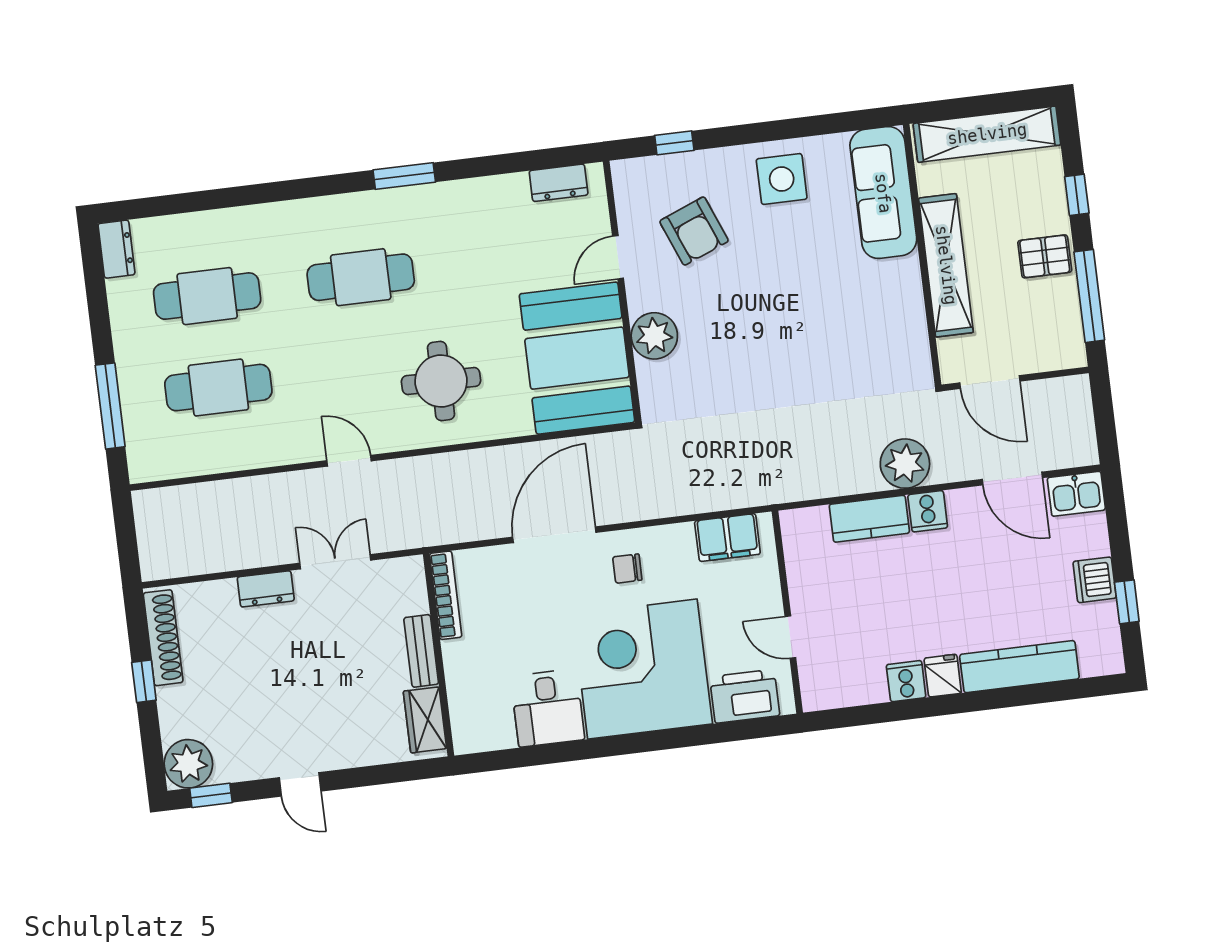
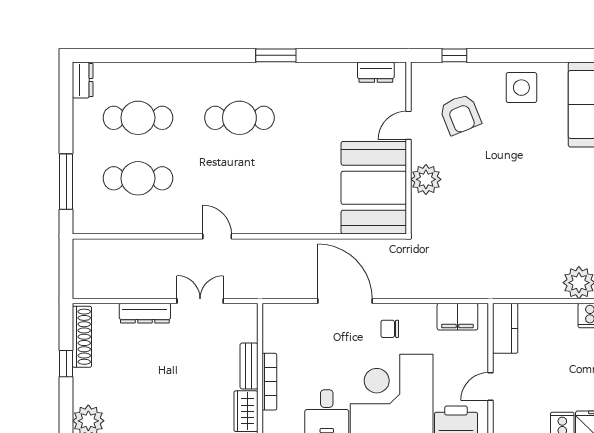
round table: (441, 381) -> (283, 192), removed
kitchen counter: (869, 519) -> (505, 328), moved, turned -90
door: (554, 535) -> (345, 301), hinge flipped
dresser: (266, 589) -> (145, 313), width x1.44
bookcase: (446, 595) -> (269, 382), moved
door: (790, 637) -> (490, 386), hinge flipped

